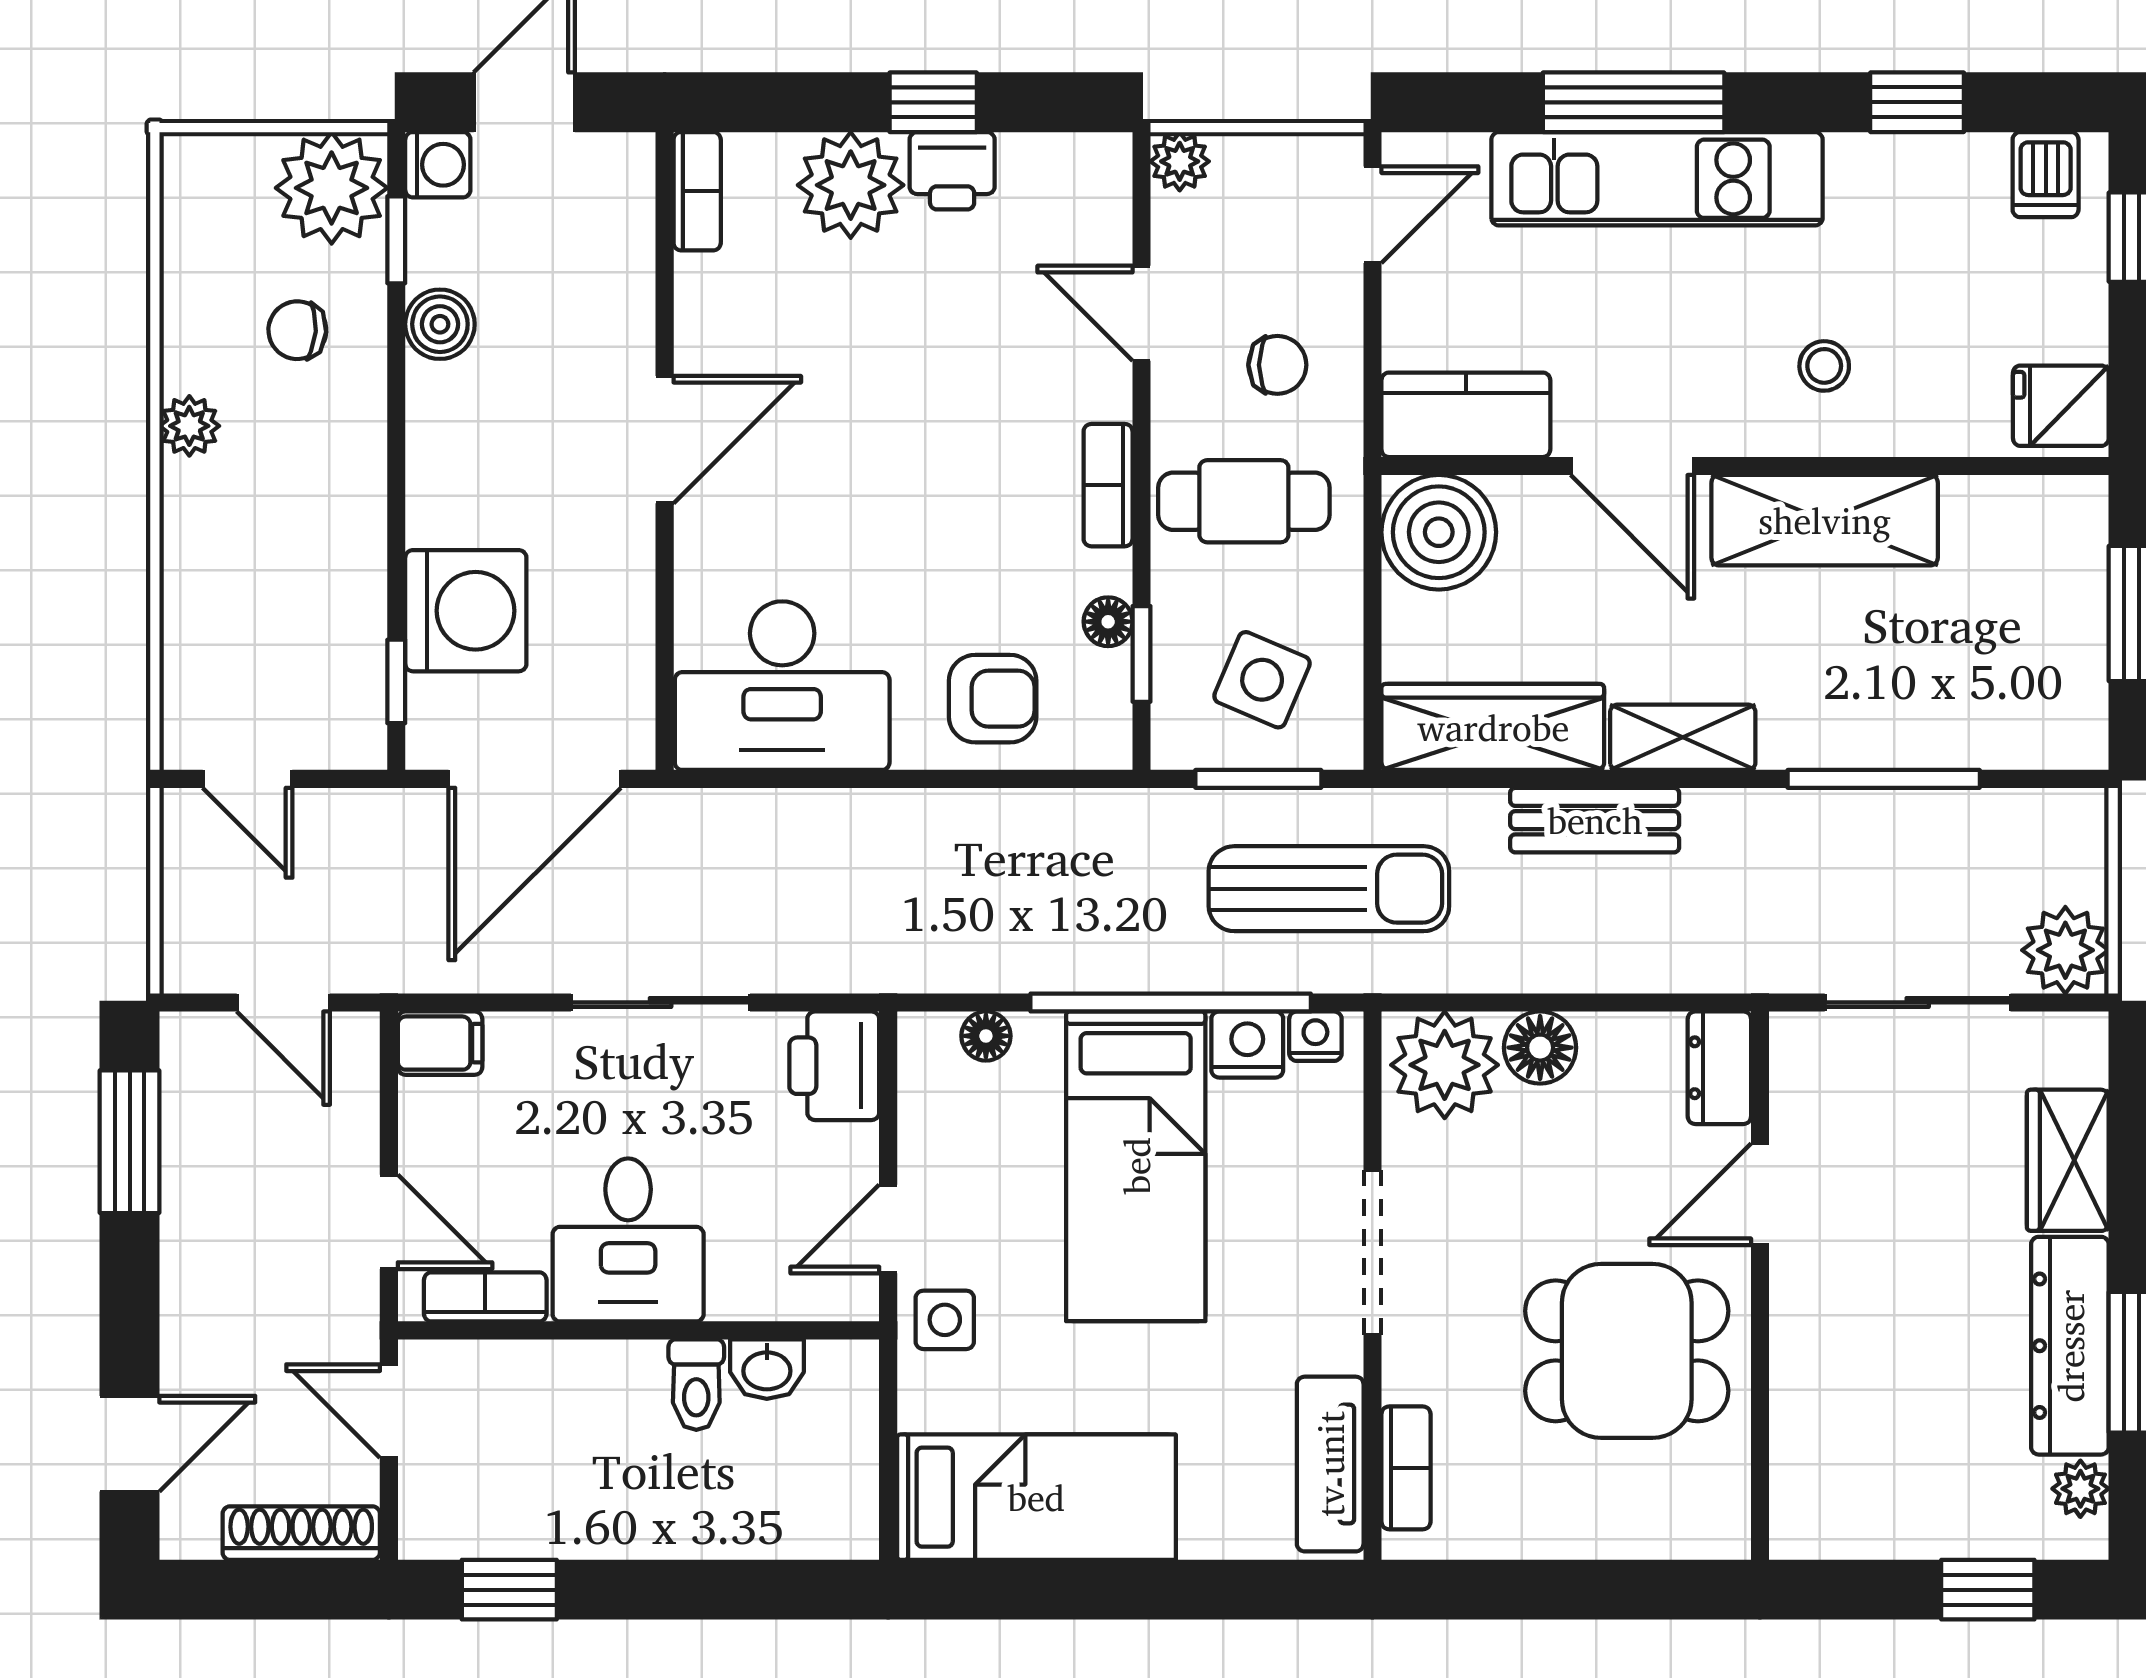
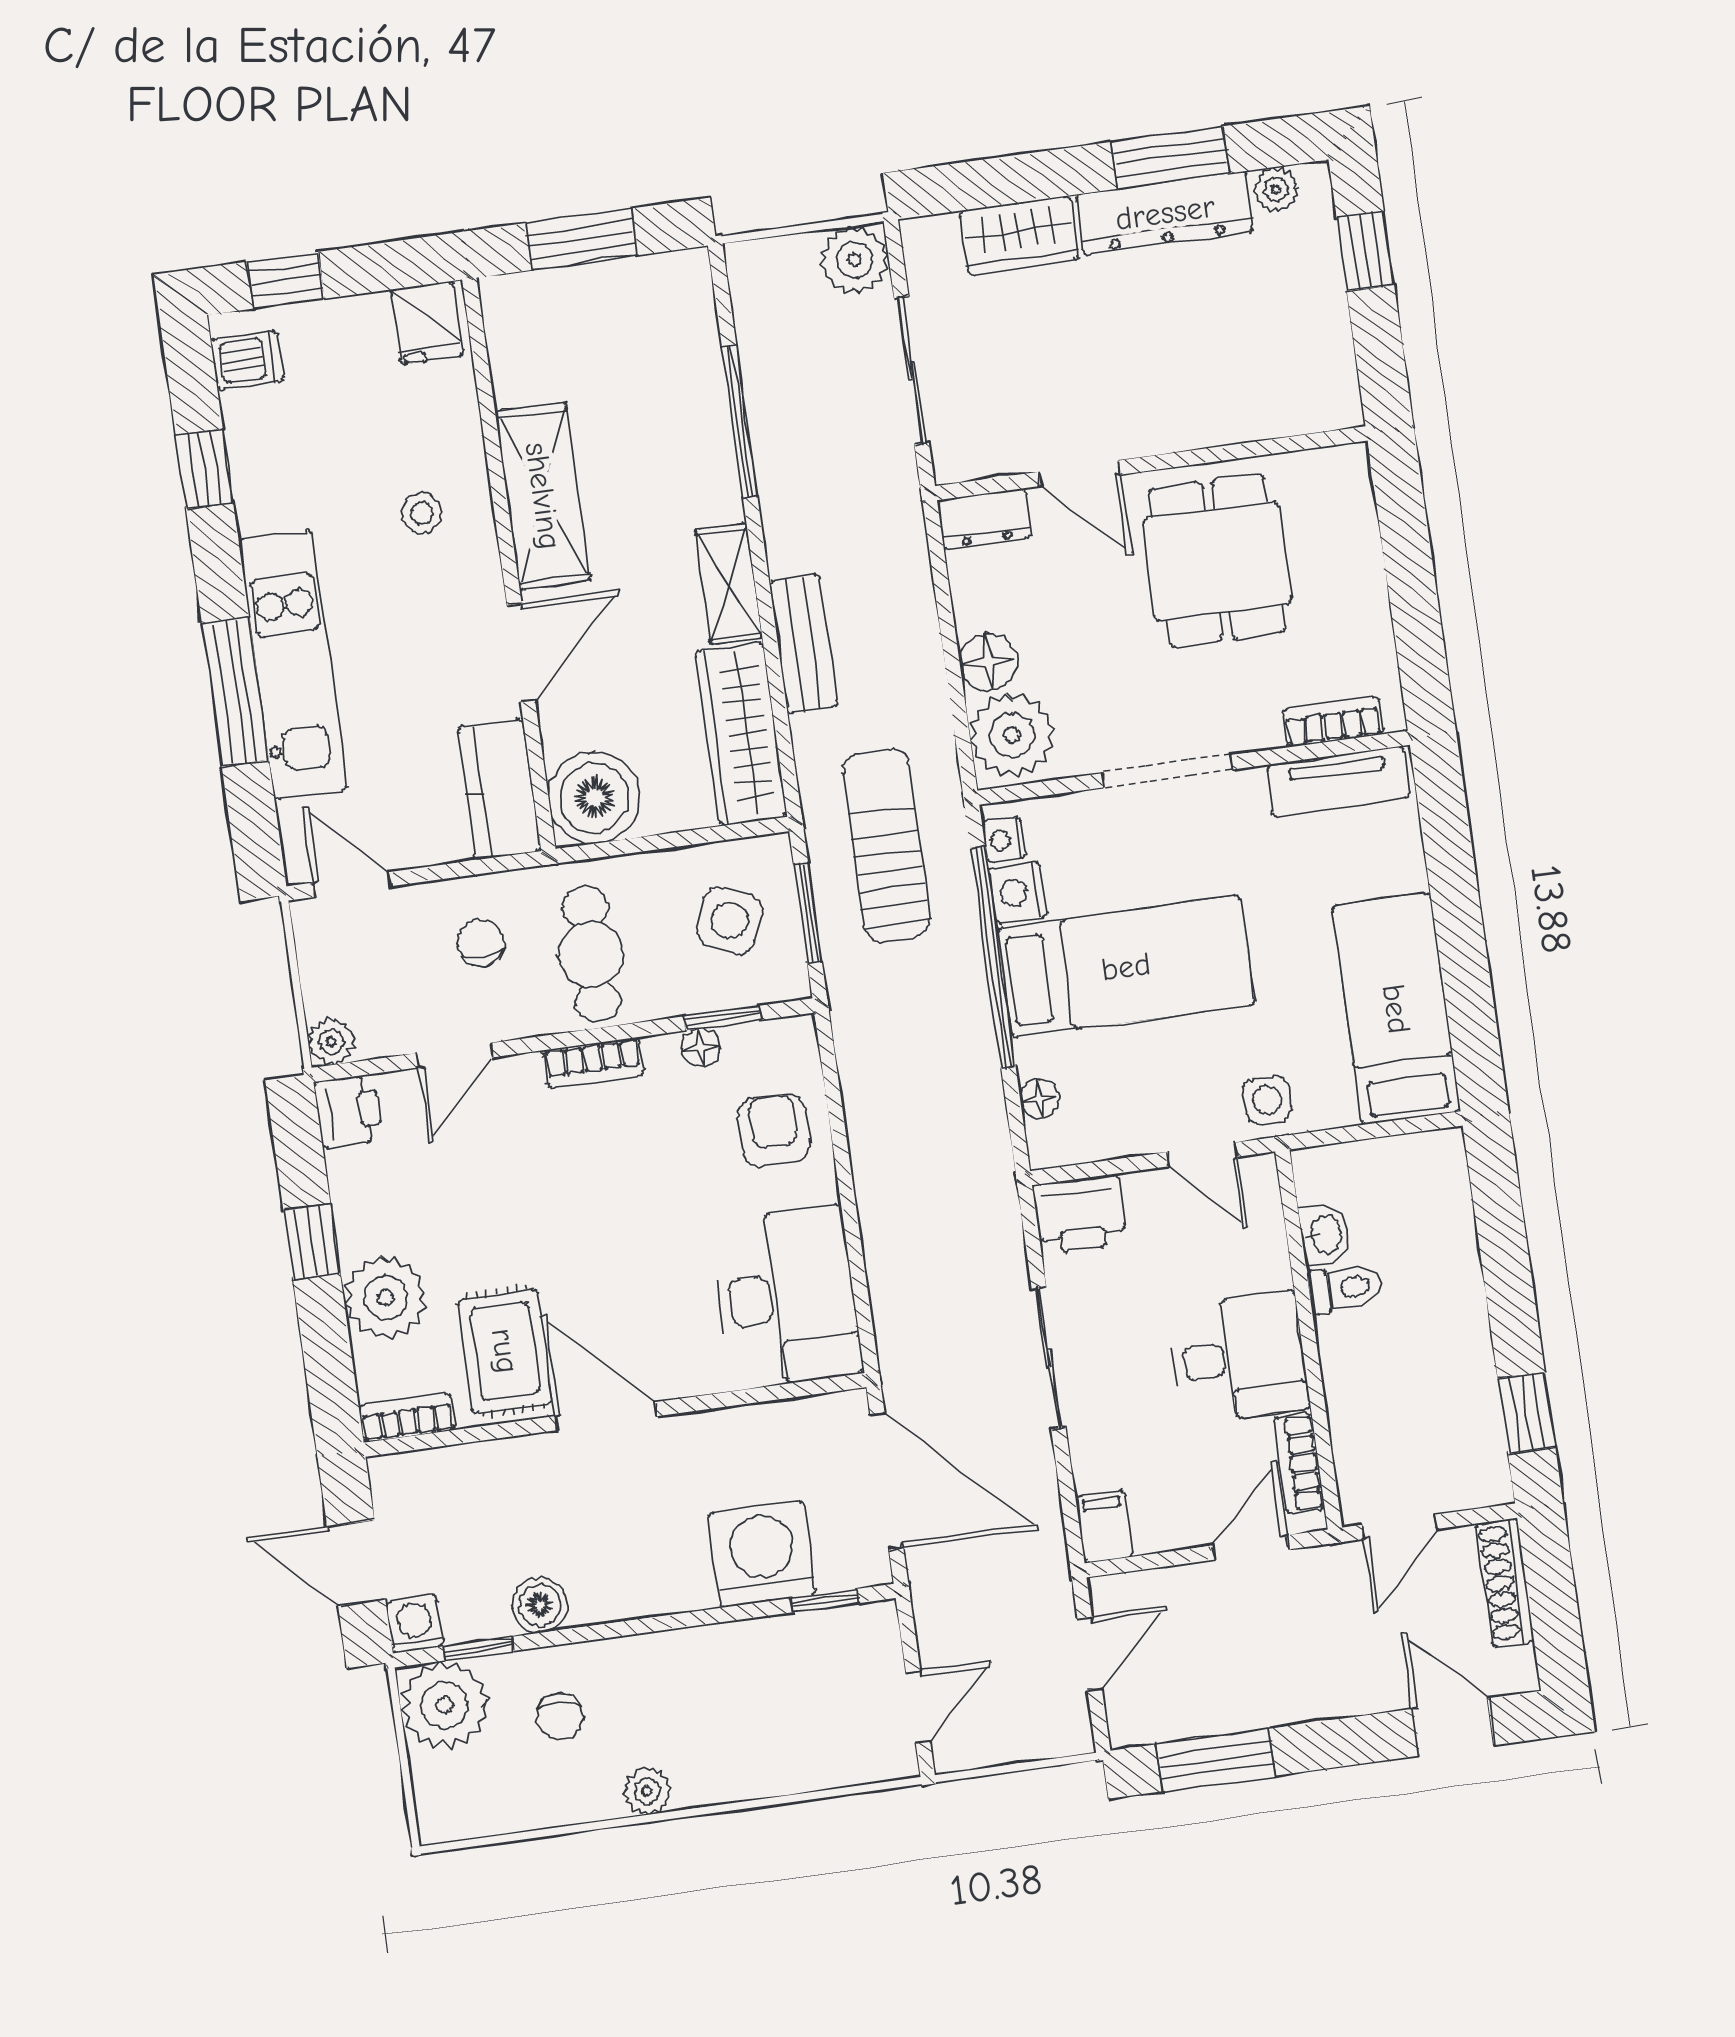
printer: (952, 171) -> (348, 1111), moved
rug: (763, 325) -> (505, 1351), added

